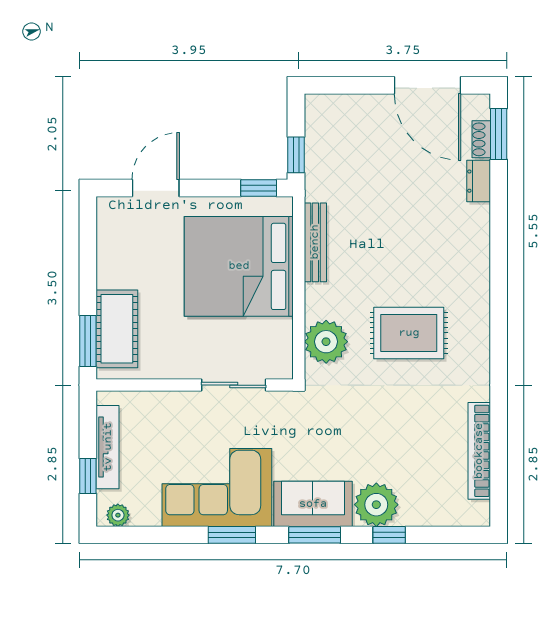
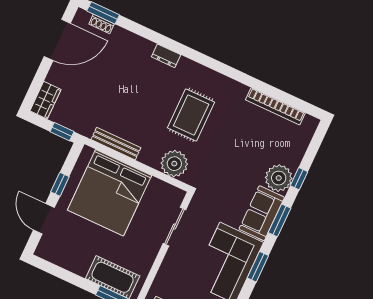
wardrobe: (331, 109) -> (45, 100), added
dresser: (479, 181) -> (166, 56), moved
window: (259, 188) -> (60, 184), moved

